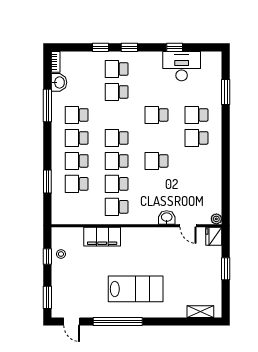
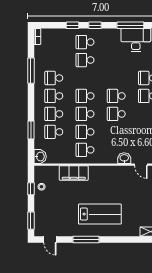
window: (175, 47) -> (130, 25), width x2.17
washbasin: (59, 82) -> (40, 157), moved
school desk: (157, 115) -> (116, 96), moved
window: (118, 322) -> (86, 239), width x0.68

